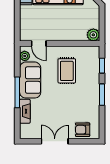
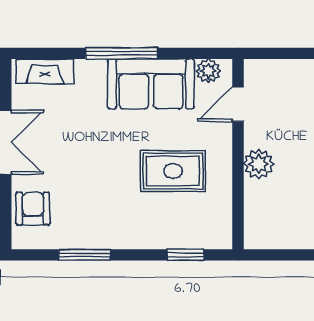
plant: (93, 35) -> (259, 164), moved
window: (102, 95) -> (85, 255), moved
fireplace: (25, 111) -> (45, 71), moved

